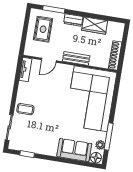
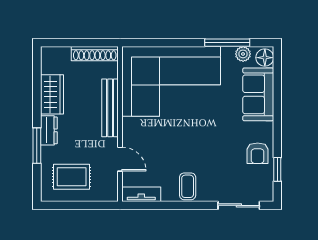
window: (54, 9) -> (37, 146), moved
bench: (76, 58) -> (110, 108), width x1.36
coffee table: (25, 109) -> (188, 186), moved
armchair: (39, 144) -> (258, 153), added

